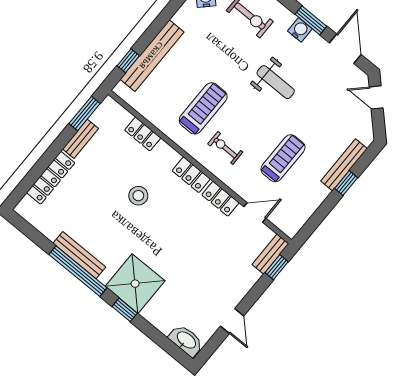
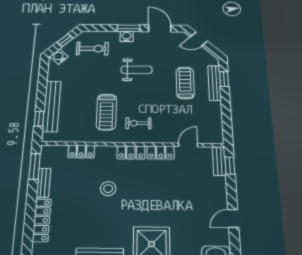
treadmill: (203, 108) -> (106, 112), turned 180
treadmill: (283, 158) -> (185, 83), moved
window: (346, 183) -> (224, 79), moved
door: (232, 321) -> (233, 219), swing flipped

